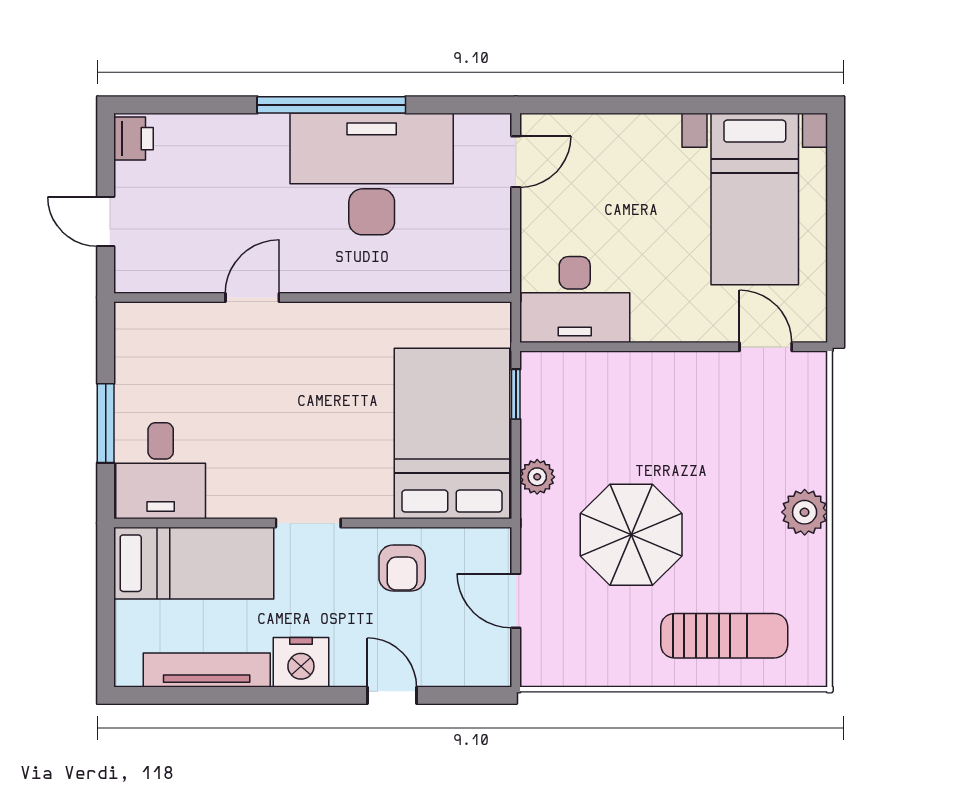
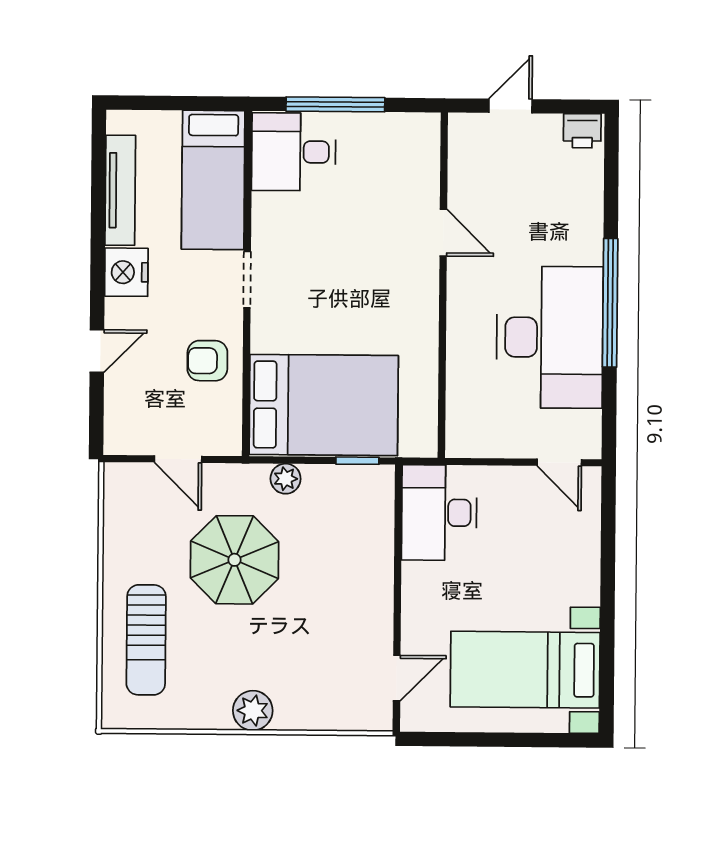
window: (106, 423) -> (335, 104), width x1.44
door: (516, 601) -> (178, 459), swing flipped

